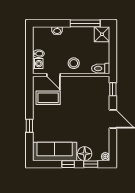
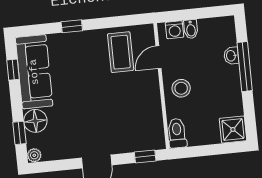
window: (85, 23) -> (245, 67), moved
window: (68, 164) -> (13, 70), moved

